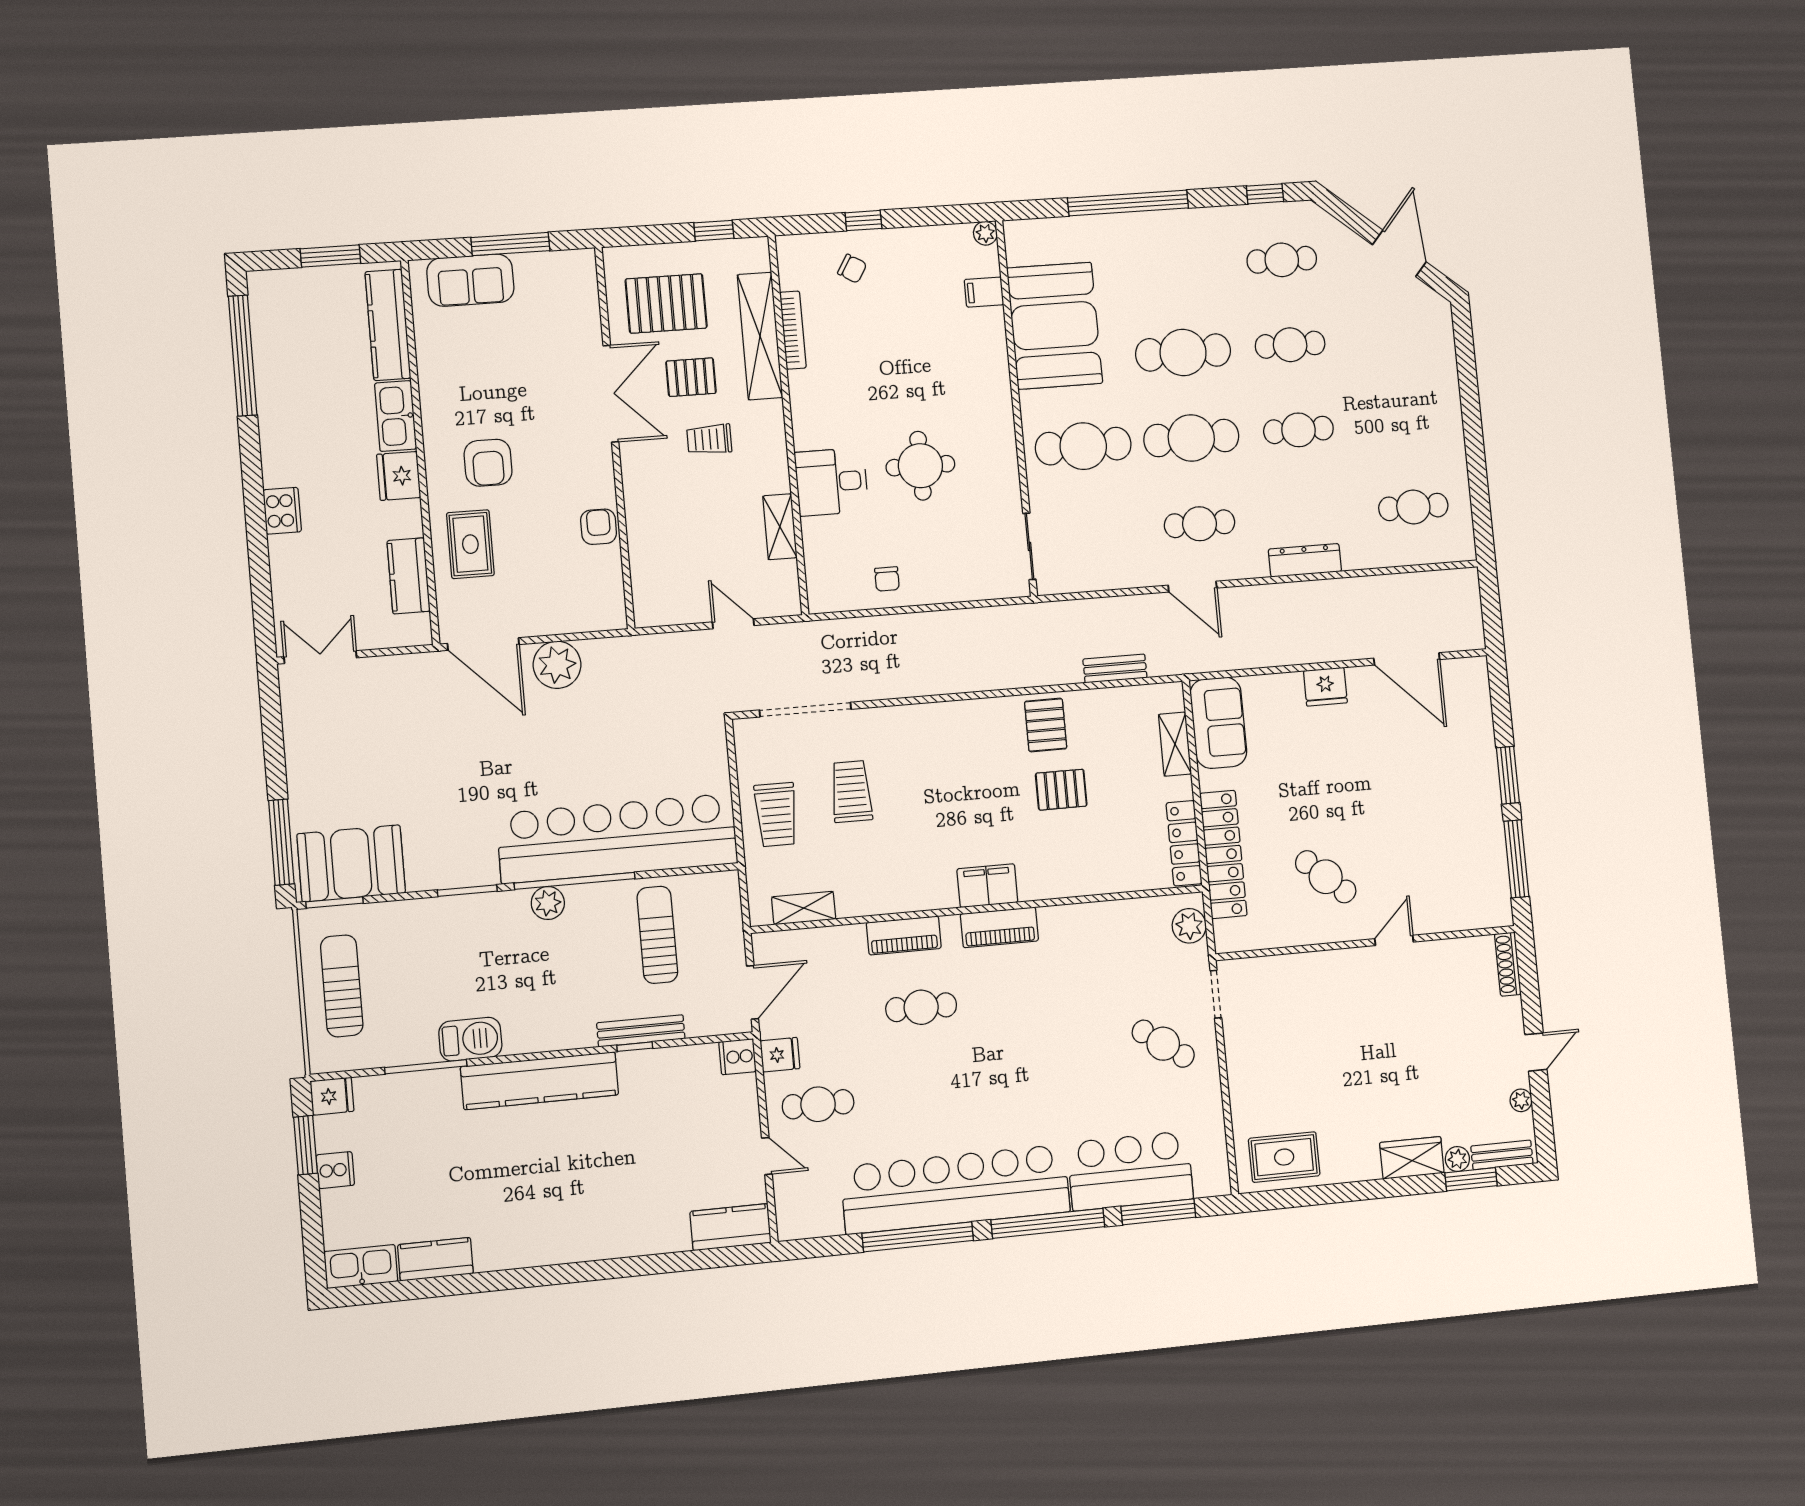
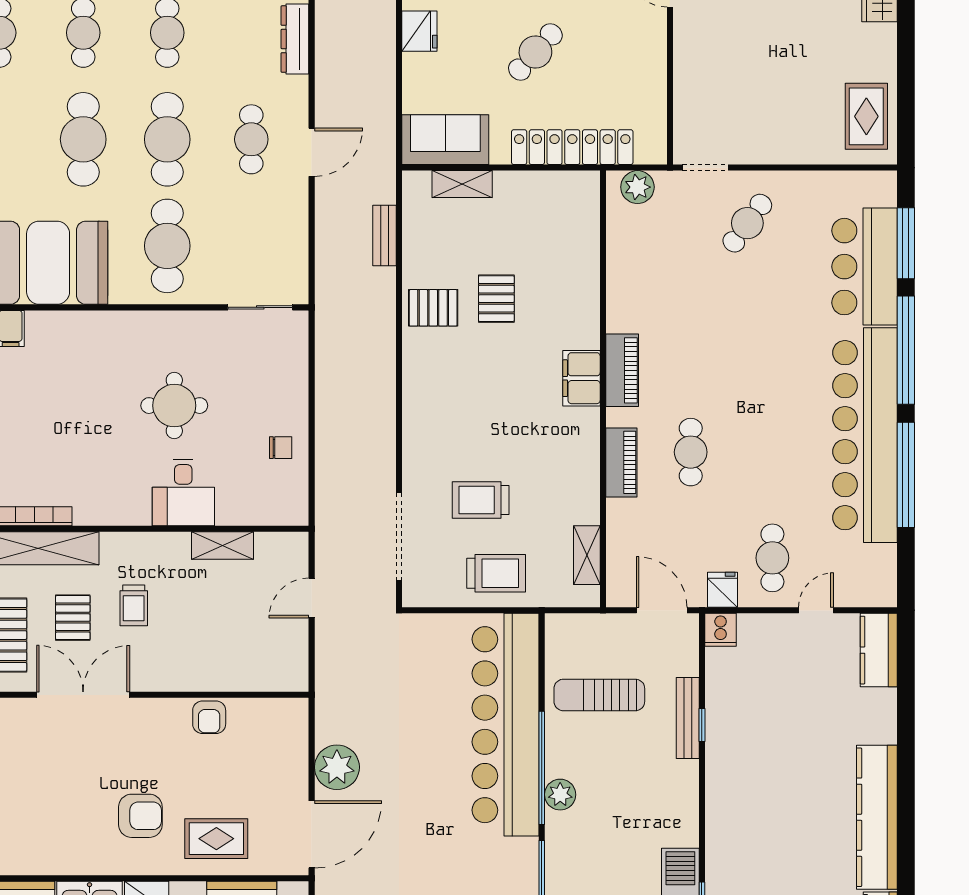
armchair: (599, 527) -> (209, 717), turned -90
locker: (1184, 843) -> (558, 184), removed
cafe table: (1326, 877) -> (535, 52), moved
kitchen counter: (540, 1081) -> (877, 817), moved, turned 180

